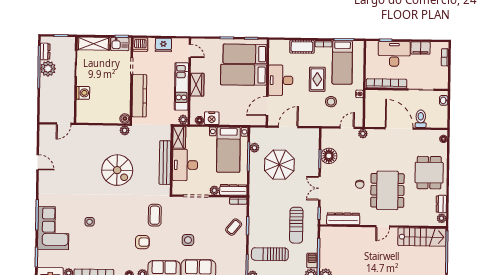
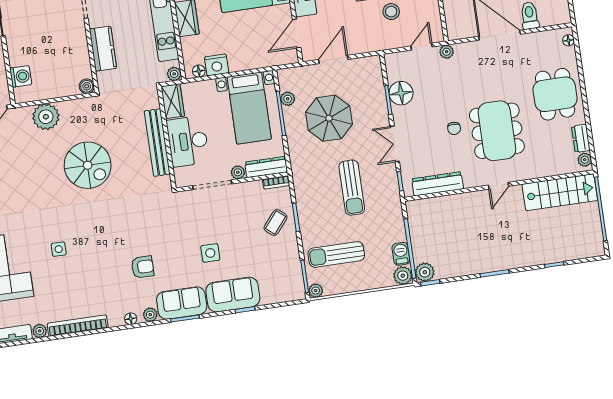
washing machine: (83, 93) -> (21, 76), moved
kitchen counter: (139, 96) -> (103, 49), width x0.67
plant: (125, 130) -> (46, 117), moved, width x1.88, depth x1.88
coffee table: (155, 215) -> (155, 224), removed
sun lounger: (296, 225) -> (352, 188), moved

